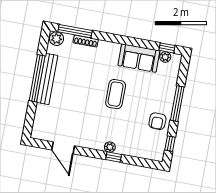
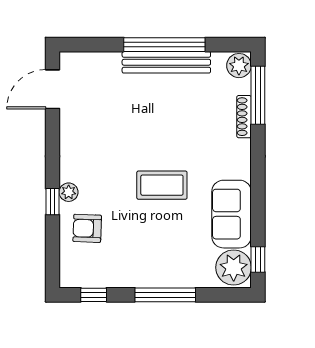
plant: (165, 57) -> (234, 267), width x1.88, depth x1.88
armchair: (157, 121) -> (87, 228), moved
door: (63, 148) -> (53, 89), moved

